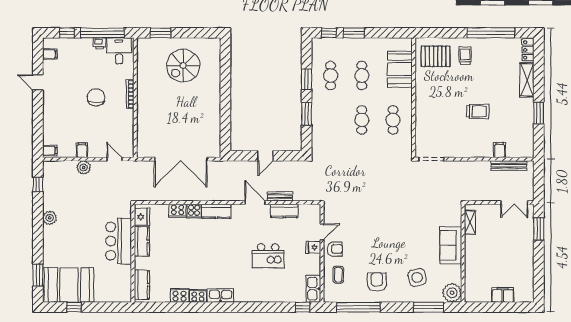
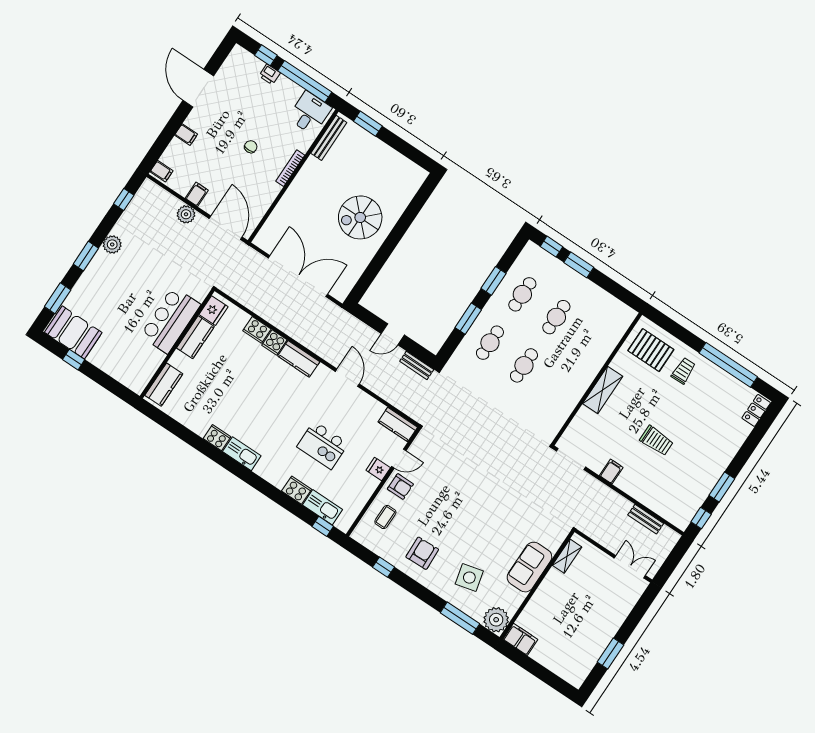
printer: (100, 43) -> (270, 74), moved
filing cabinet: (50, 54) -> (186, 135), moved
bench: (142, 58) -> (329, 138), added
spiral stairs: (183, 66) -> (360, 217), moved
booth: (400, 69) -> (603, 338), removed
shelving: (527, 80) -> (603, 390), moved
door: (38, 82) -> (198, 88), width x1.87
chair: (96, 97) -> (251, 147), width x0.54, depth x0.54
cafe table: (393, 120) -> (490, 343), moved
window: (539, 141) -> (701, 518), added
filing cabinet: (499, 150) -> (611, 471), moved
door: (115, 159) -> (226, 228), width x1.87
double door: (181, 159) -> (298, 276), swing flipped
bench: (509, 166) -> (646, 519), width x0.73
bench: (280, 196) -> (417, 365), moved
double door: (514, 203) -> (630, 567), swing flipped
kitchen counter: (284, 211) -> (398, 425), moved
window: (539, 229) -> (610, 653), moved
window: (38, 236) -> (86, 256), added
booth: (69, 285) -> (73, 332), width x0.73, depth x0.70
kitchen sink: (313, 289) -> (323, 507), moved, turned 90
cooker: (179, 295) -> (297, 490), moved
filing cabinet: (503, 295) -> (520, 639), moved
window: (358, 307) -> (384, 567), width x0.32

